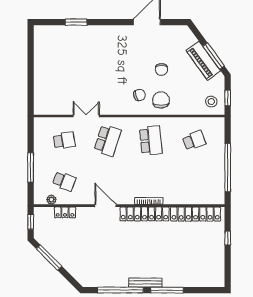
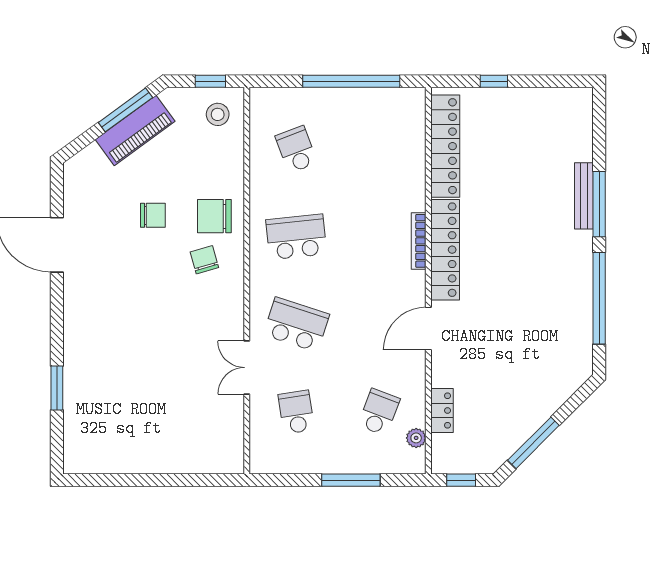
bench: (145, 283) -> (584, 196), moved

